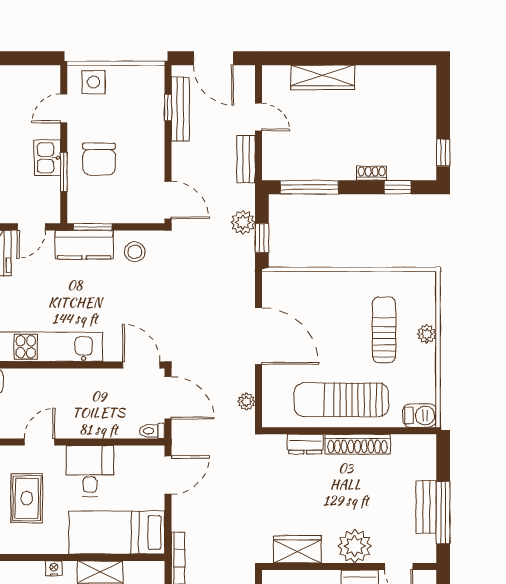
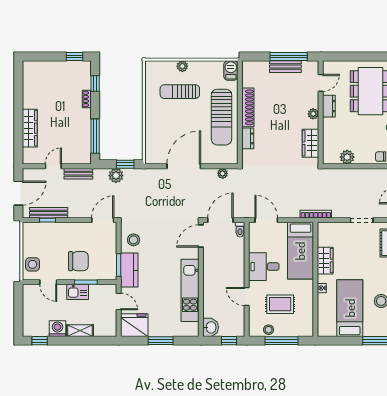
plant: (355, 546) -> (313, 114), width x0.53, depth x0.53

